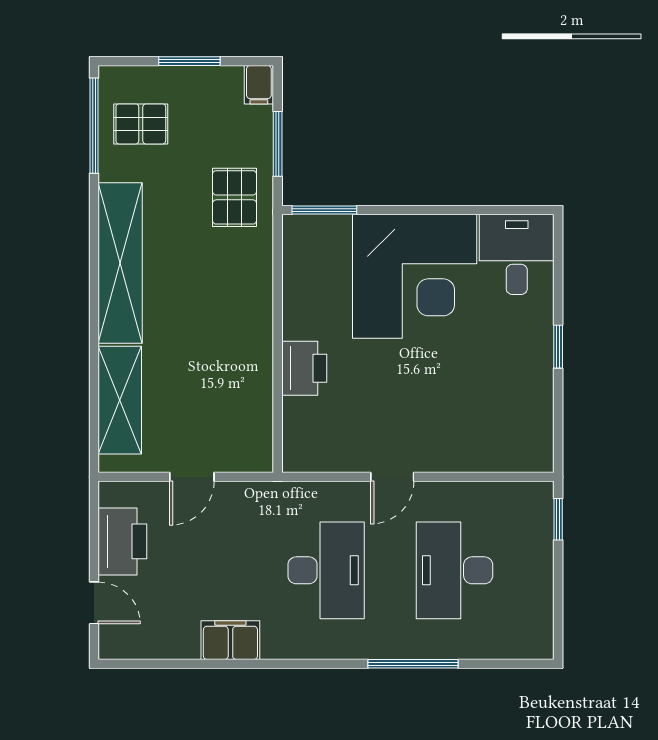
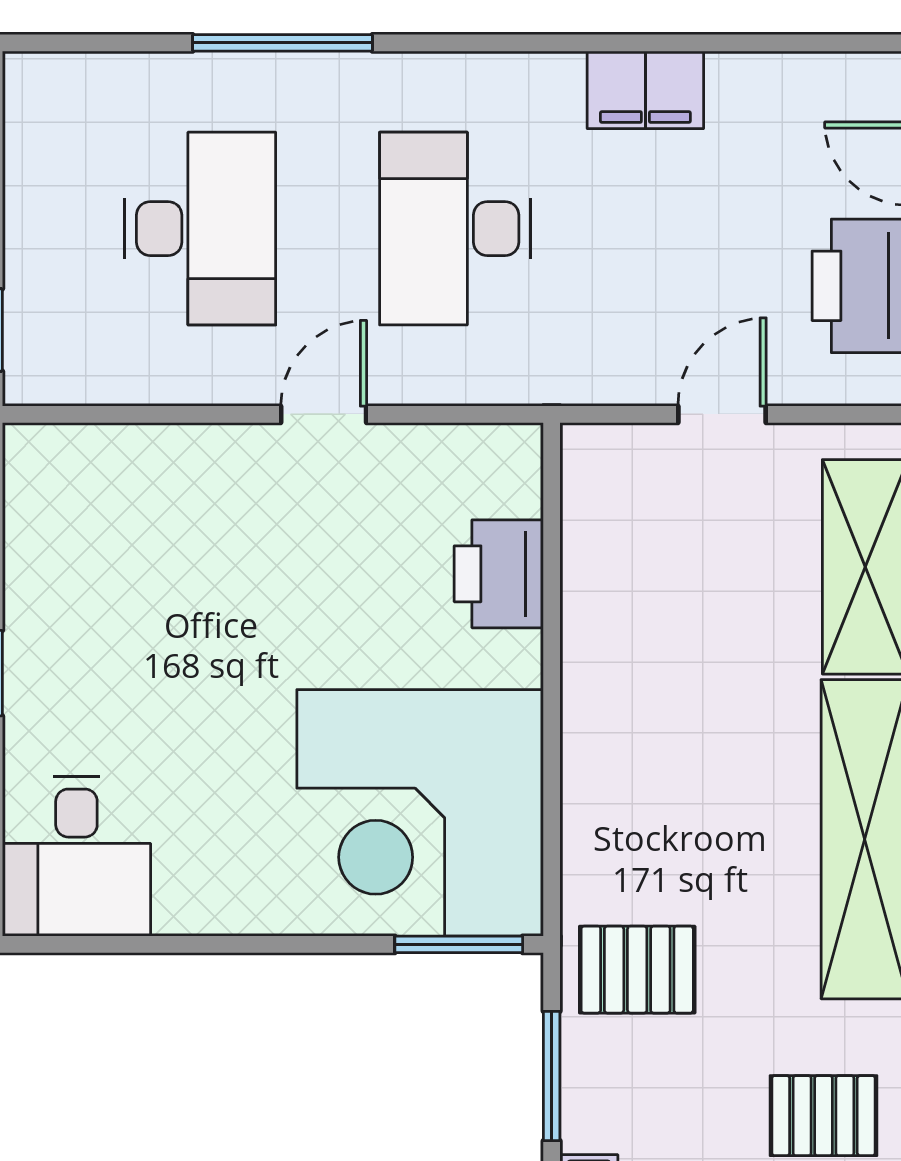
pallet: (235, 197) -> (637, 970), turned 90
corner desk: (415, 276) -> (420, 813), moved, turned -90
printer: (304, 368) -> (499, 574), moved

